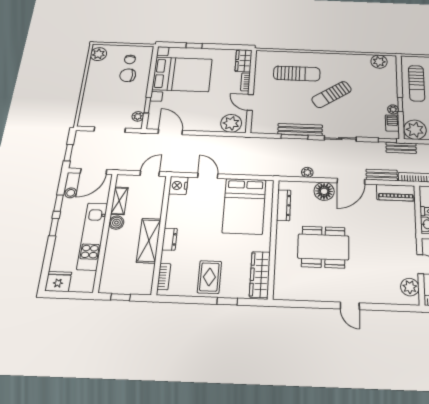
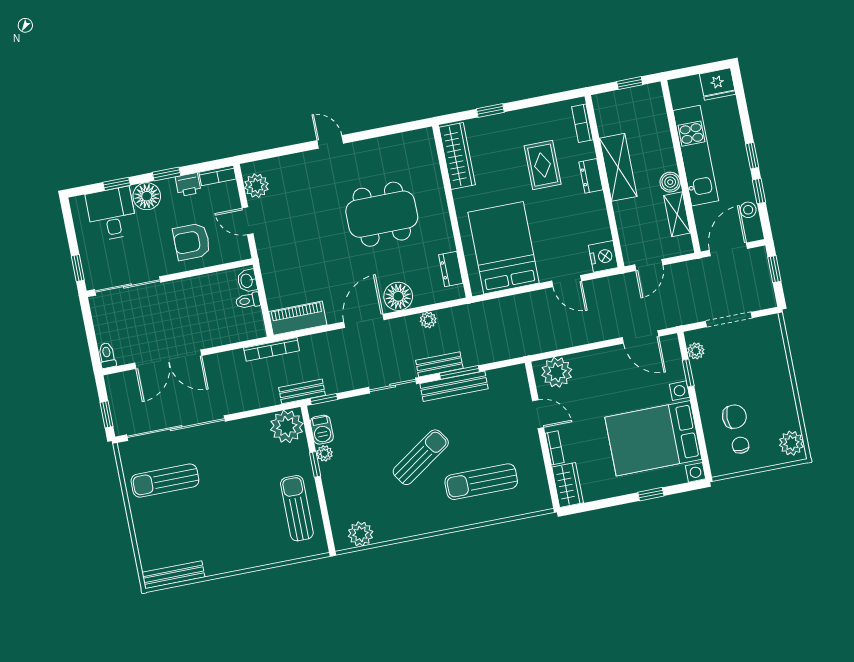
bench: (382, 175) -> (439, 364), moved
dresser: (284, 205) -> (451, 269), width x0.70
rug: (209, 277) -> (543, 165), moved

